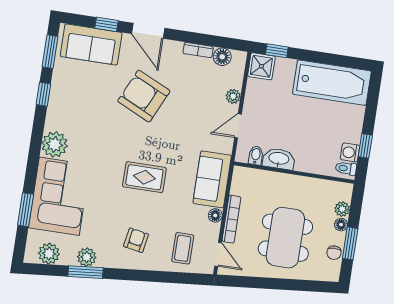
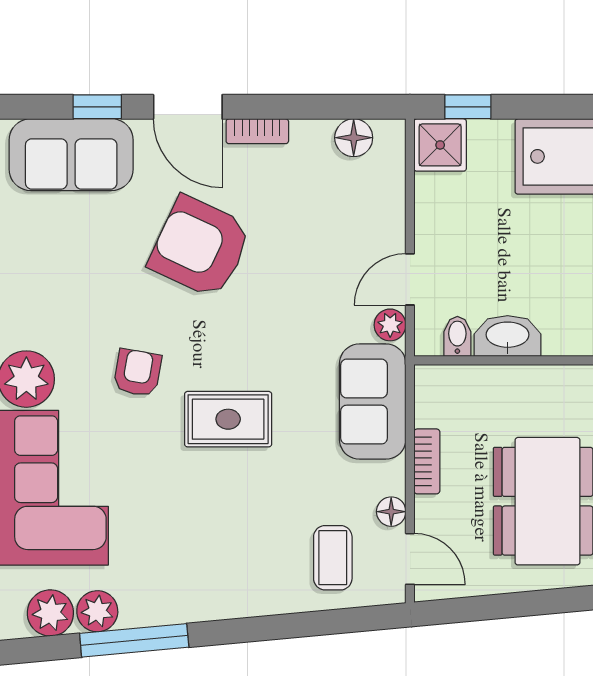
bookcase: (198, 50) -> (257, 131), moved
plant: (233, 96) -> (390, 325), moved
floor lamp: (215, 215) -> (391, 512), moved
bookcase: (231, 219) -> (427, 461), width x0.64
armchair: (136, 240) -> (137, 373), moved
plant: (87, 257) -> (97, 611), moved
window: (86, 272) -> (134, 640), width x1.44

